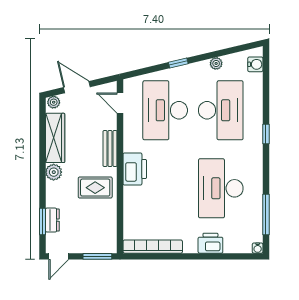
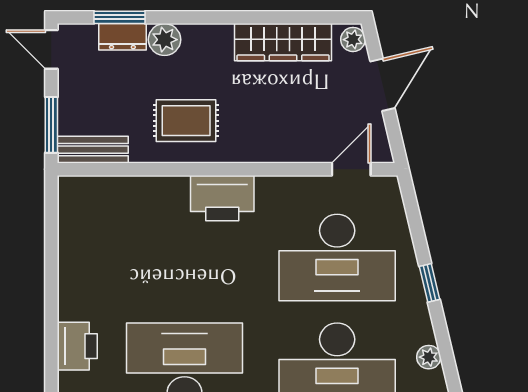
desk: (165, 110) -> (337, 258), turned 180
bench: (110, 149) -> (93, 150), moved
plant: (54, 172) -> (165, 40), moved
rug: (95, 188) -> (186, 121), turned 90
bookcase: (153, 247) -> (71, 233), removed

